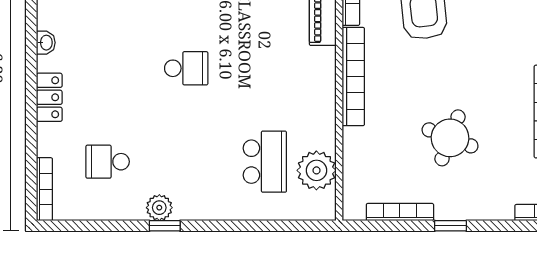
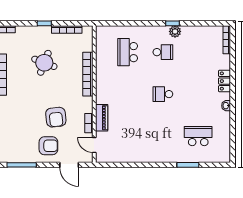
bookcase: (353, 77) -> (88, 74), moved
school desk: (108, 162) -> (163, 52), moved
plant: (316, 170) -> (104, 48), removed

